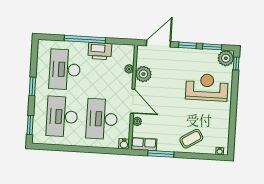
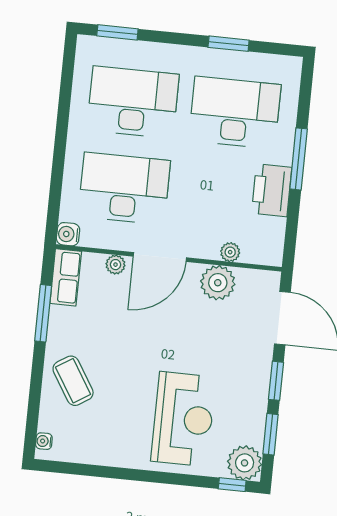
window: (85, 39) -> (299, 159), width x0.68
window: (32, 86) -> (229, 44), moved

